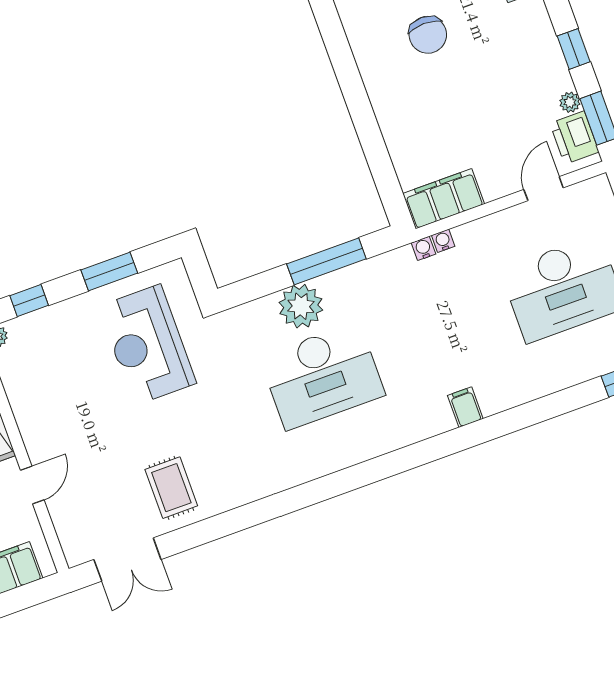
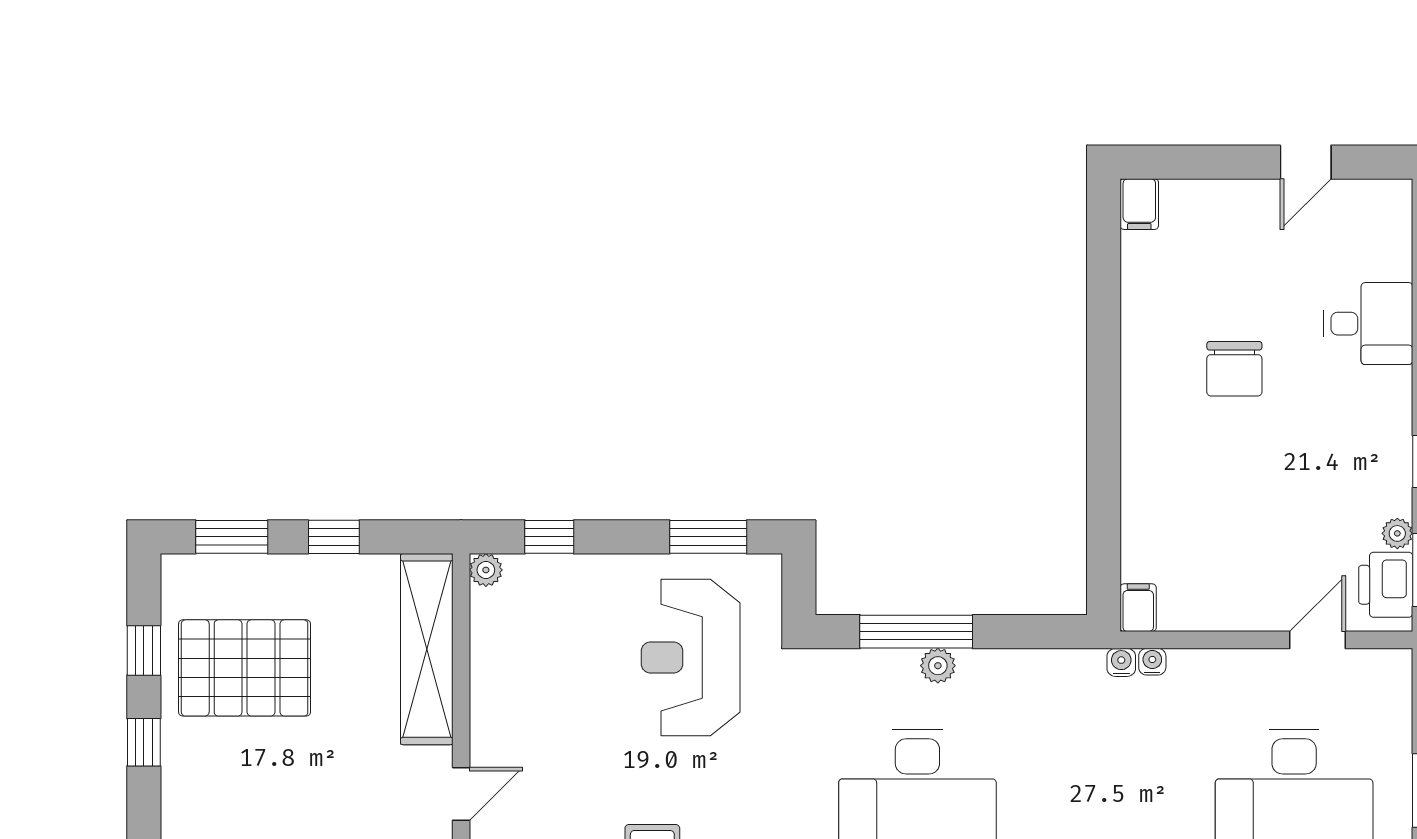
filing cabinet: (444, 199) -> (1138, 608), width x0.33, depth x0.86
window: (326, 261) -> (916, 632), moved
window: (109, 272) -> (708, 537), moved
plant: (301, 306) -> (938, 666), width x0.53, depth x0.53

